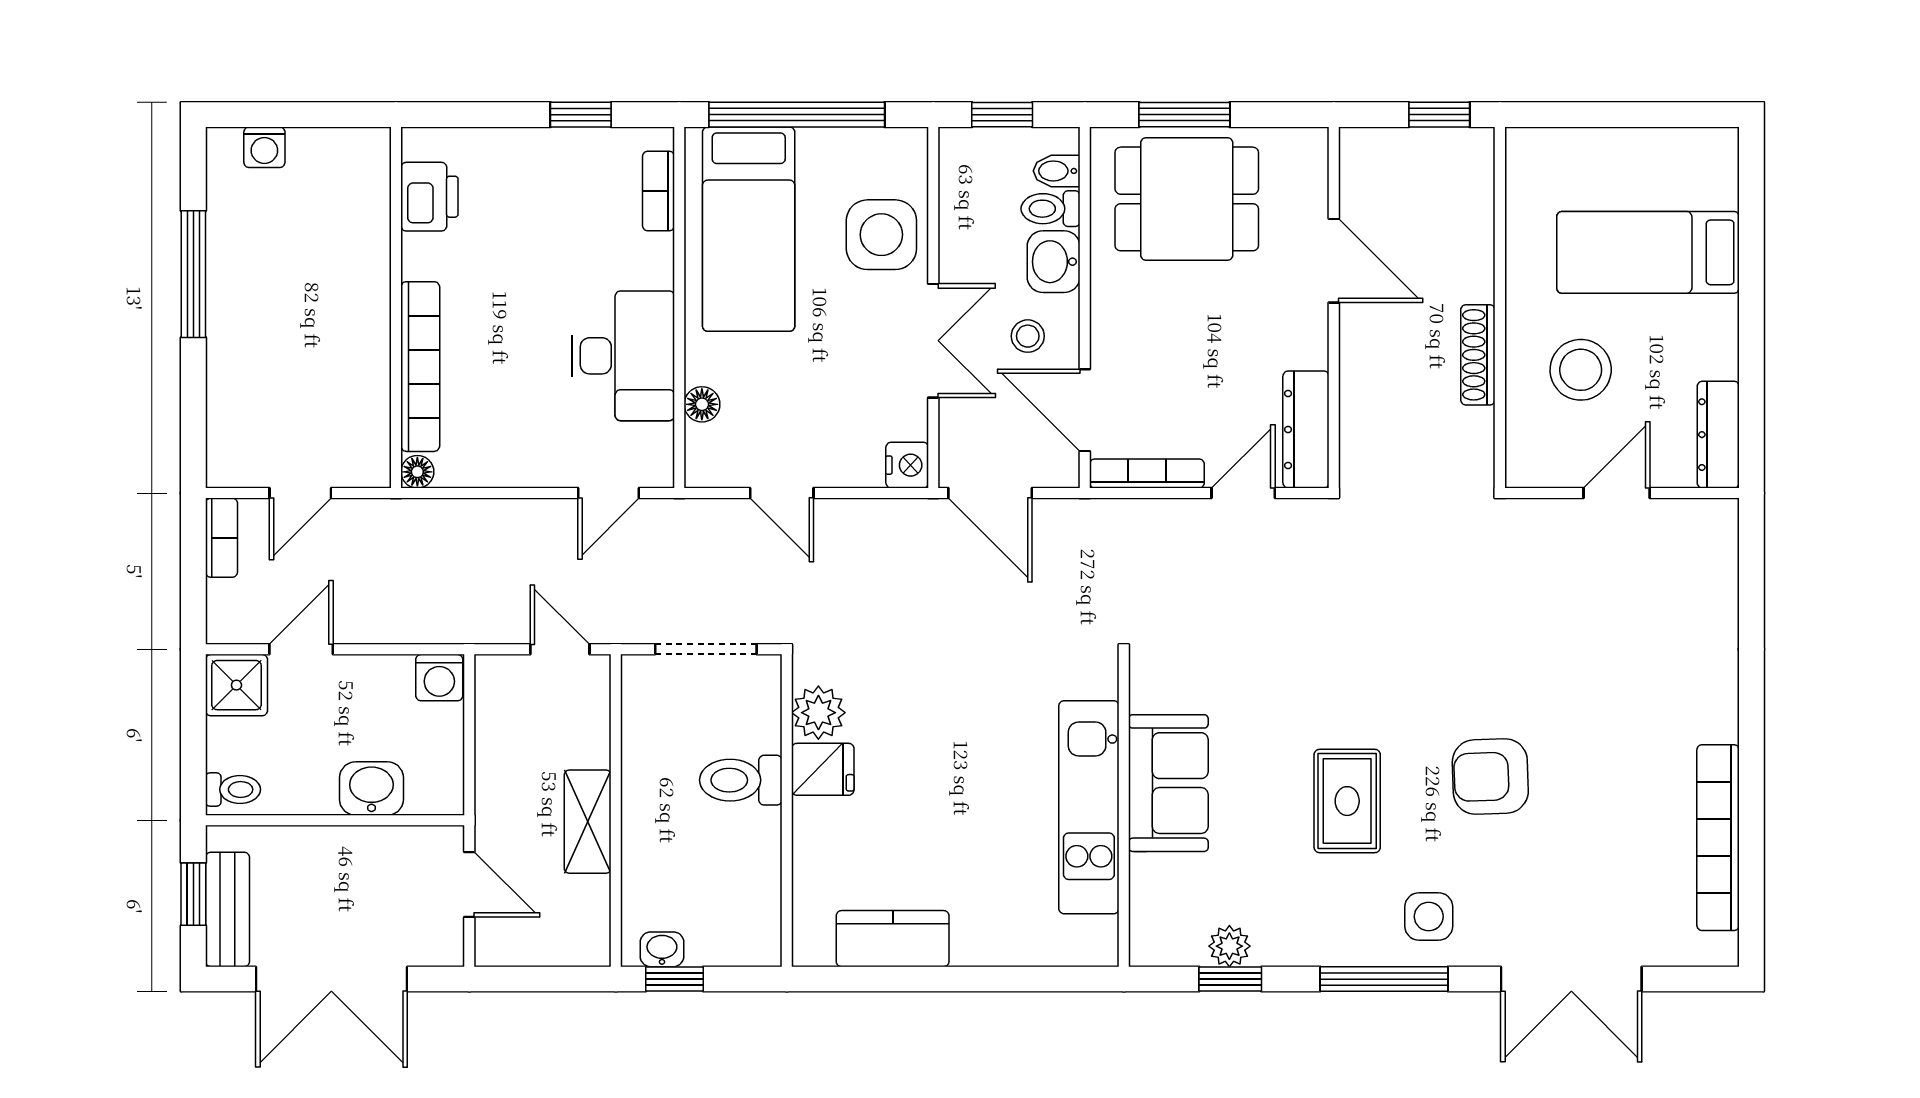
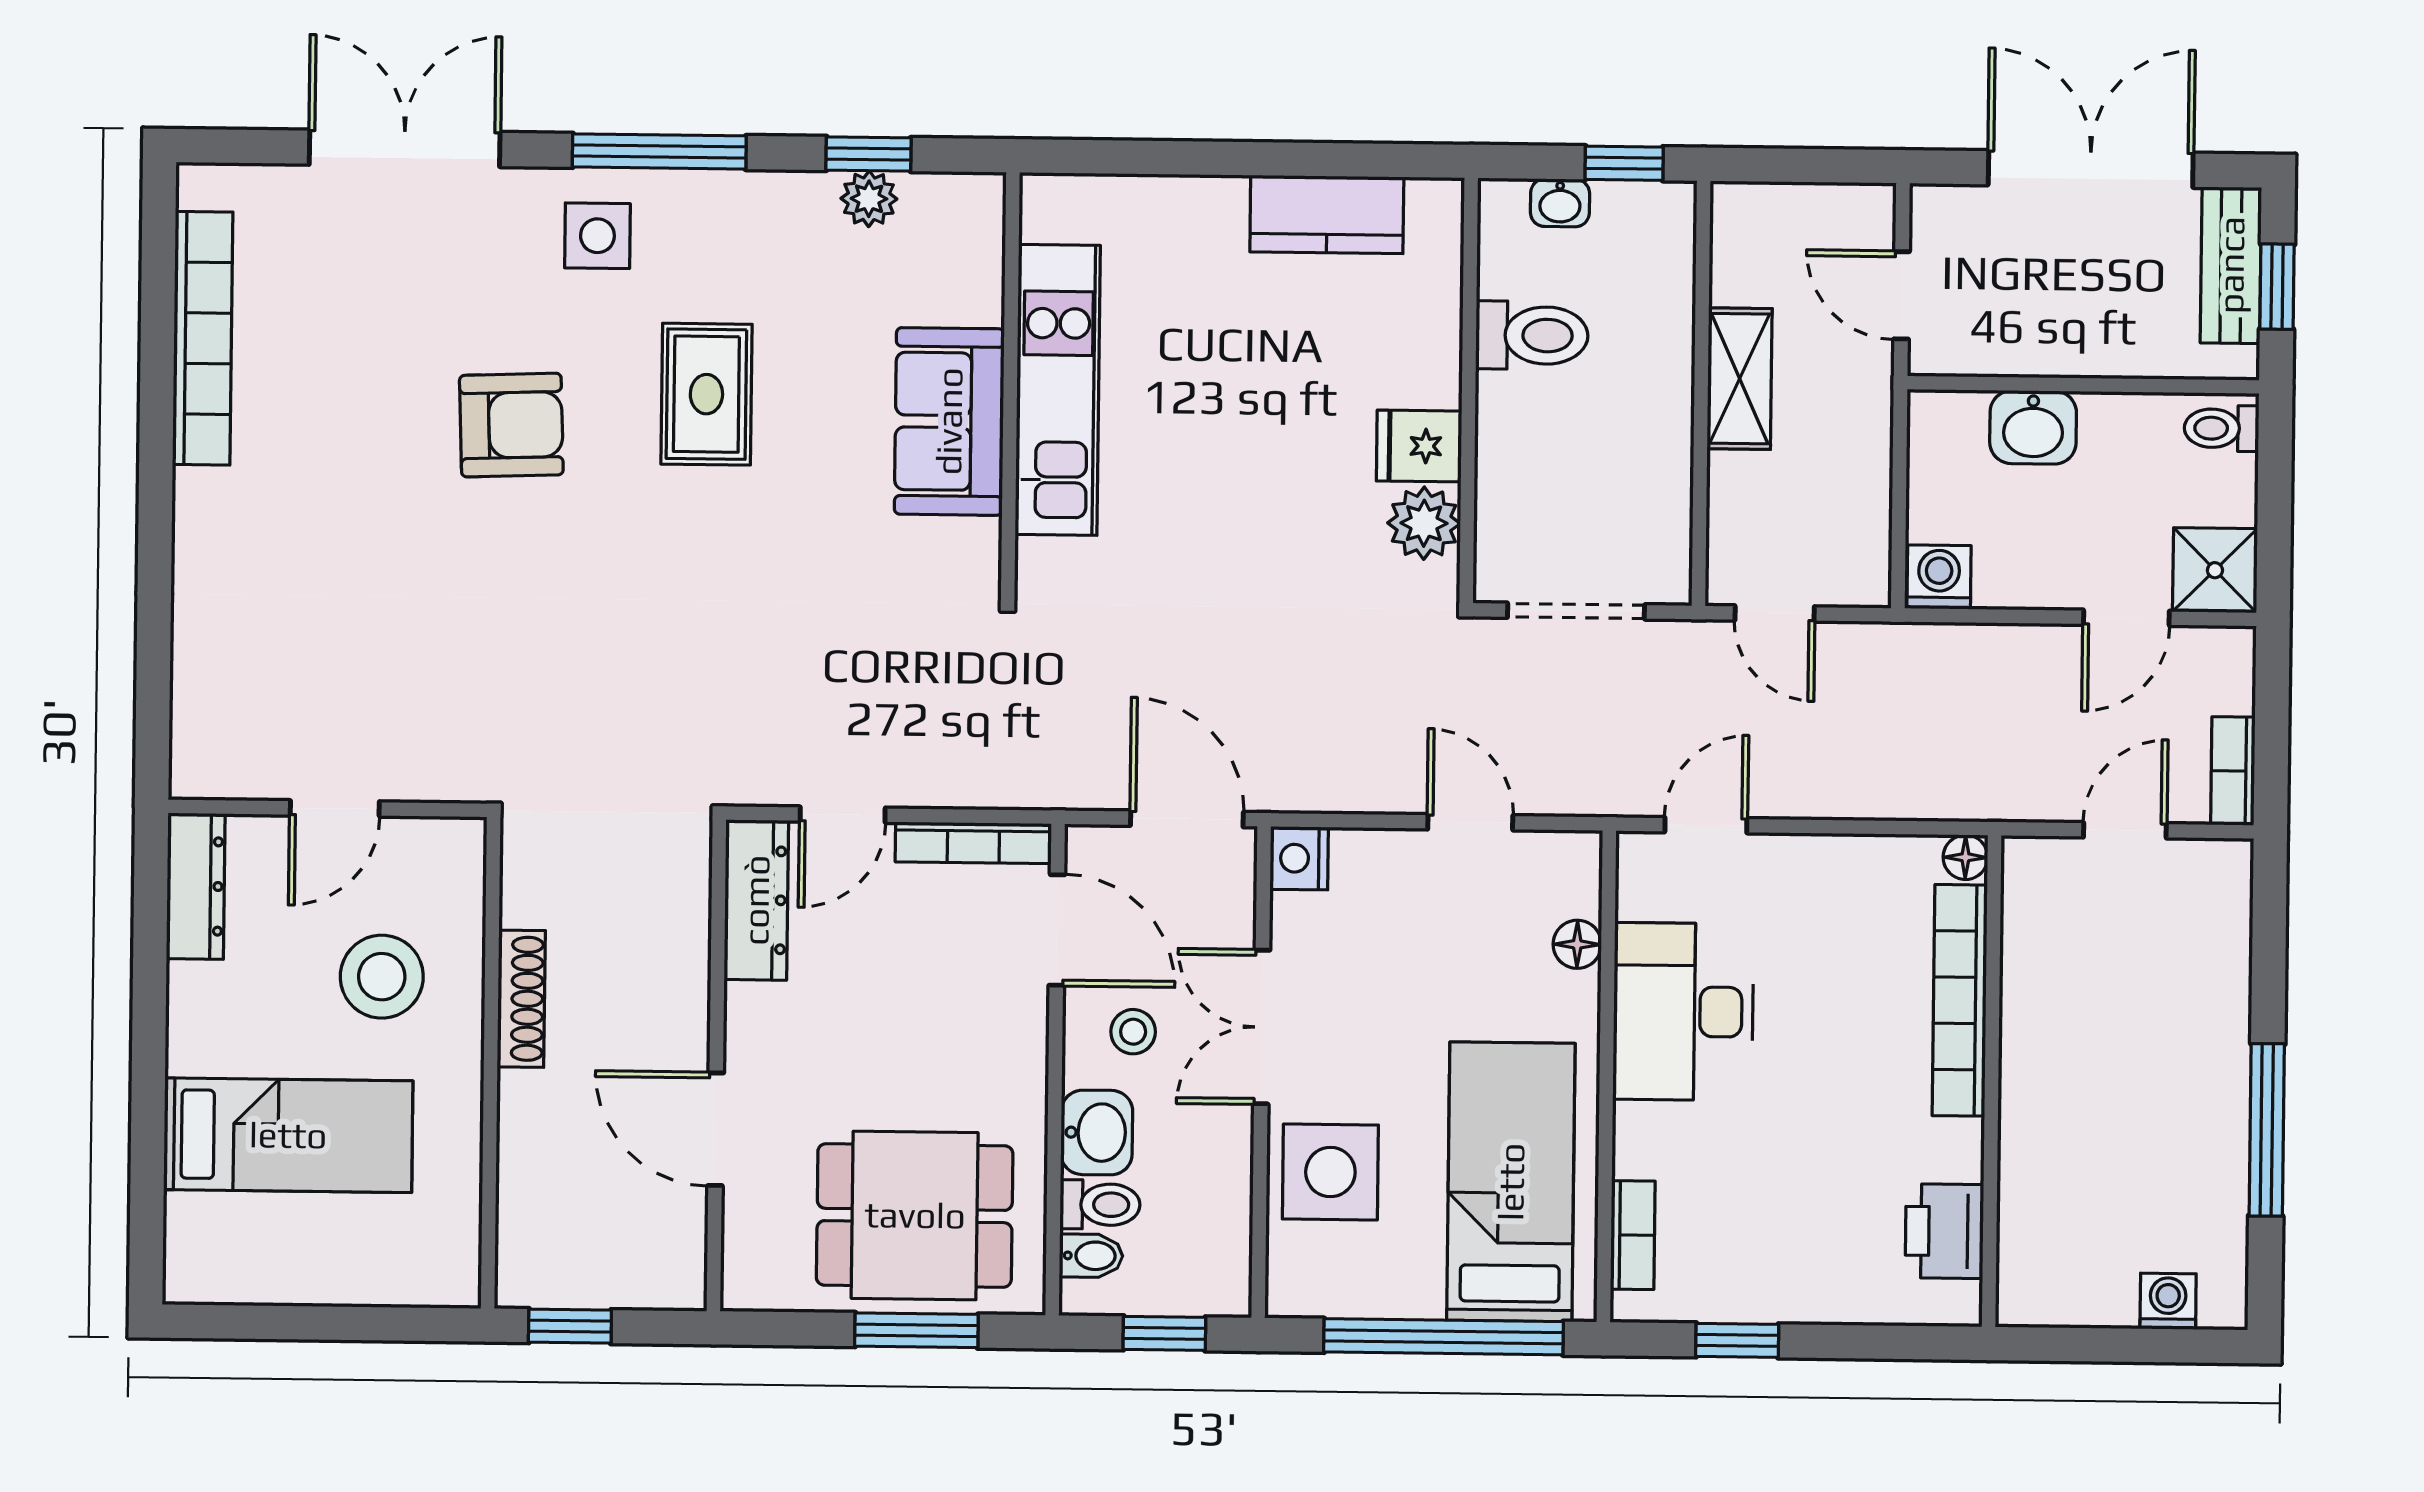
toilet: (741, 780) -> (1532, 335), moved
washbasin: (662, 949) -> (1560, 203), moved

